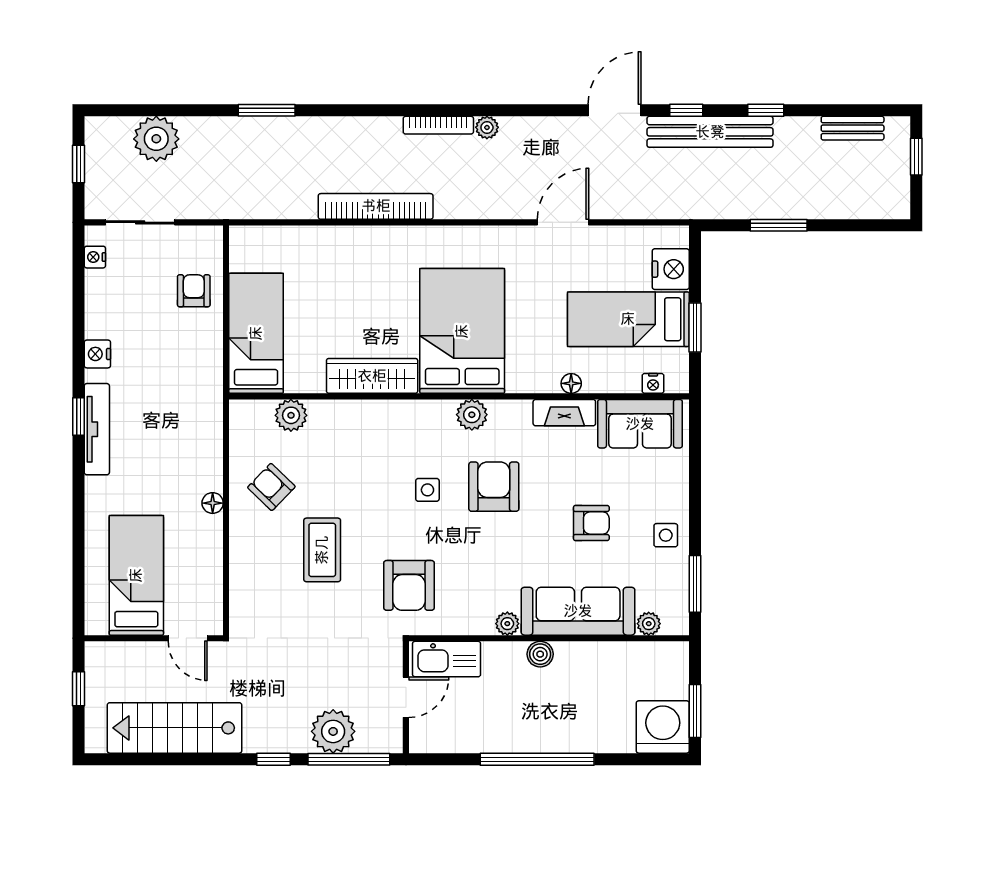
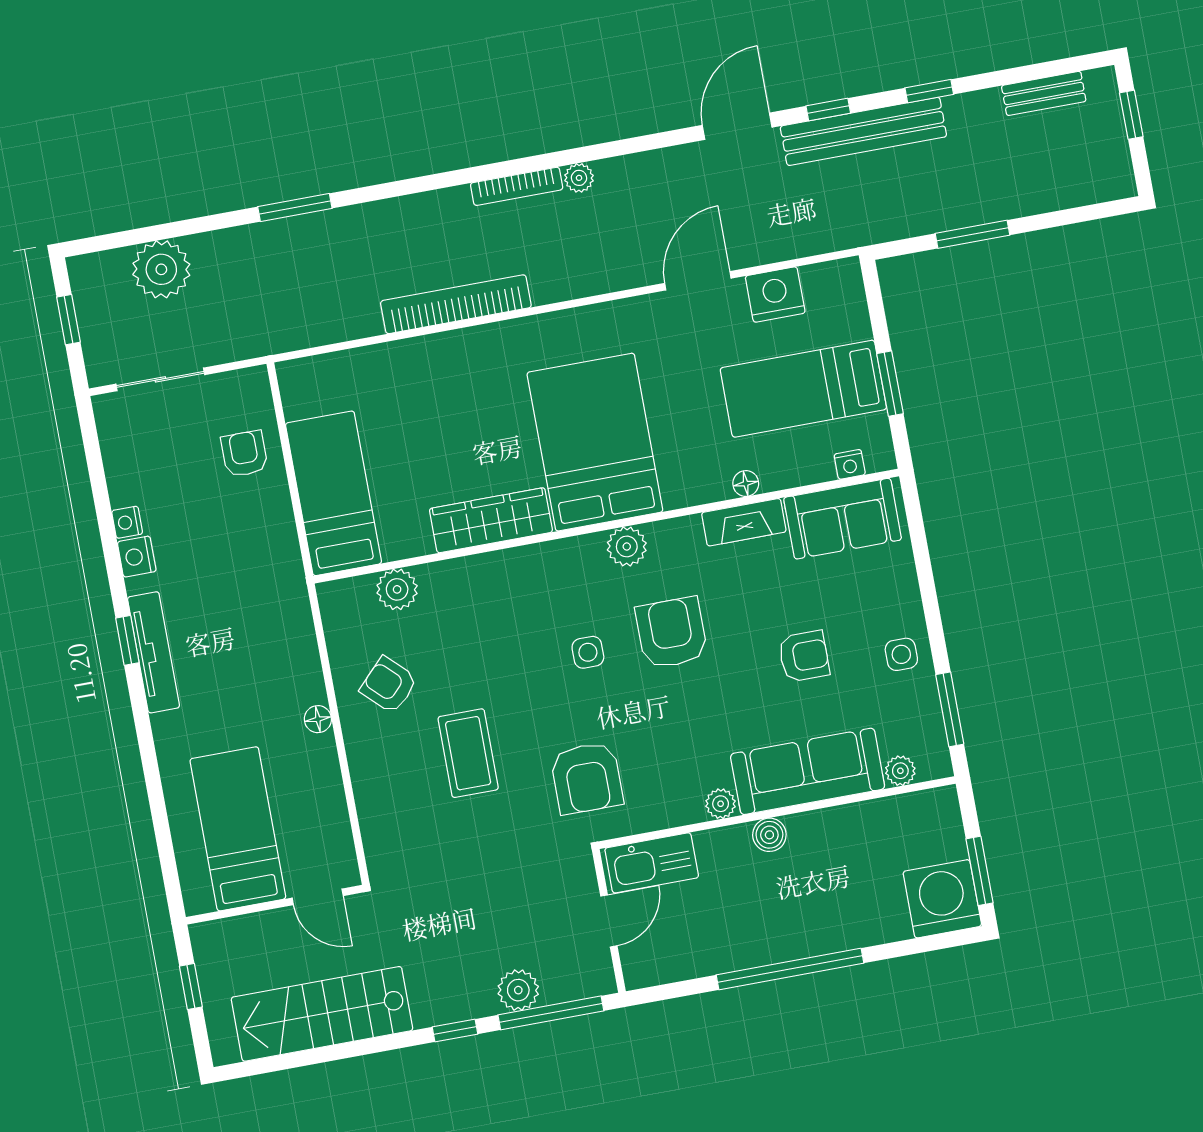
nightstand: (95, 257) -> (127, 522), moved
nightstand: (671, 269) -> (775, 295), moved, turned -90
plant: (333, 731) -> (518, 990), width x0.73, depth x0.73

